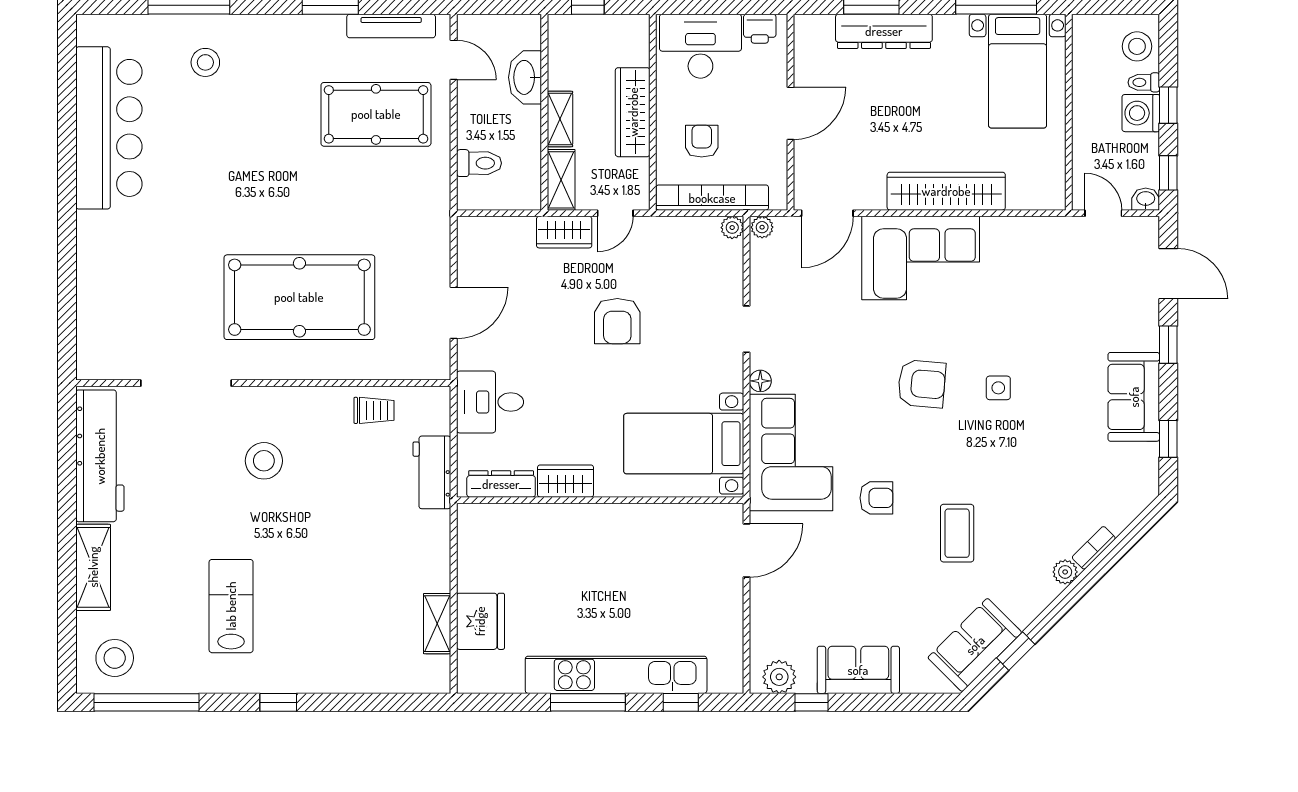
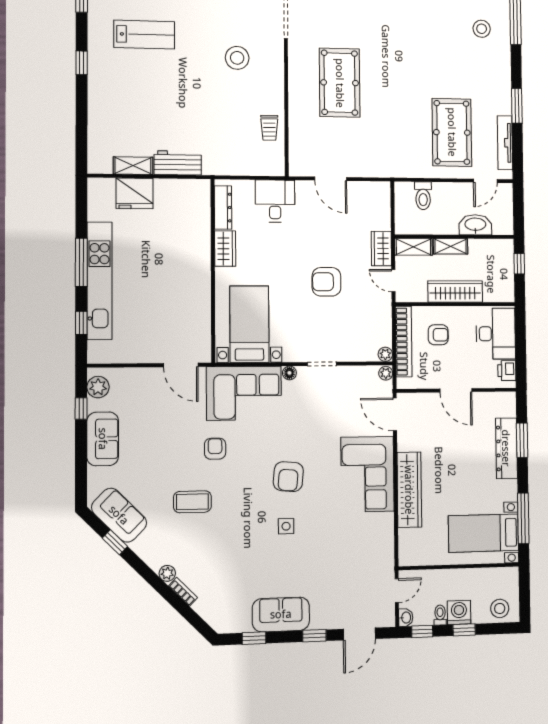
toilet: (1144, 82) -> (440, 615), moved
pool table: (299, 297) -> (340, 83), width x0.73, depth x0.76
workbench: (432, 472) -> (178, 163), moved
armchair: (876, 498) -> (215, 449), turned 180

